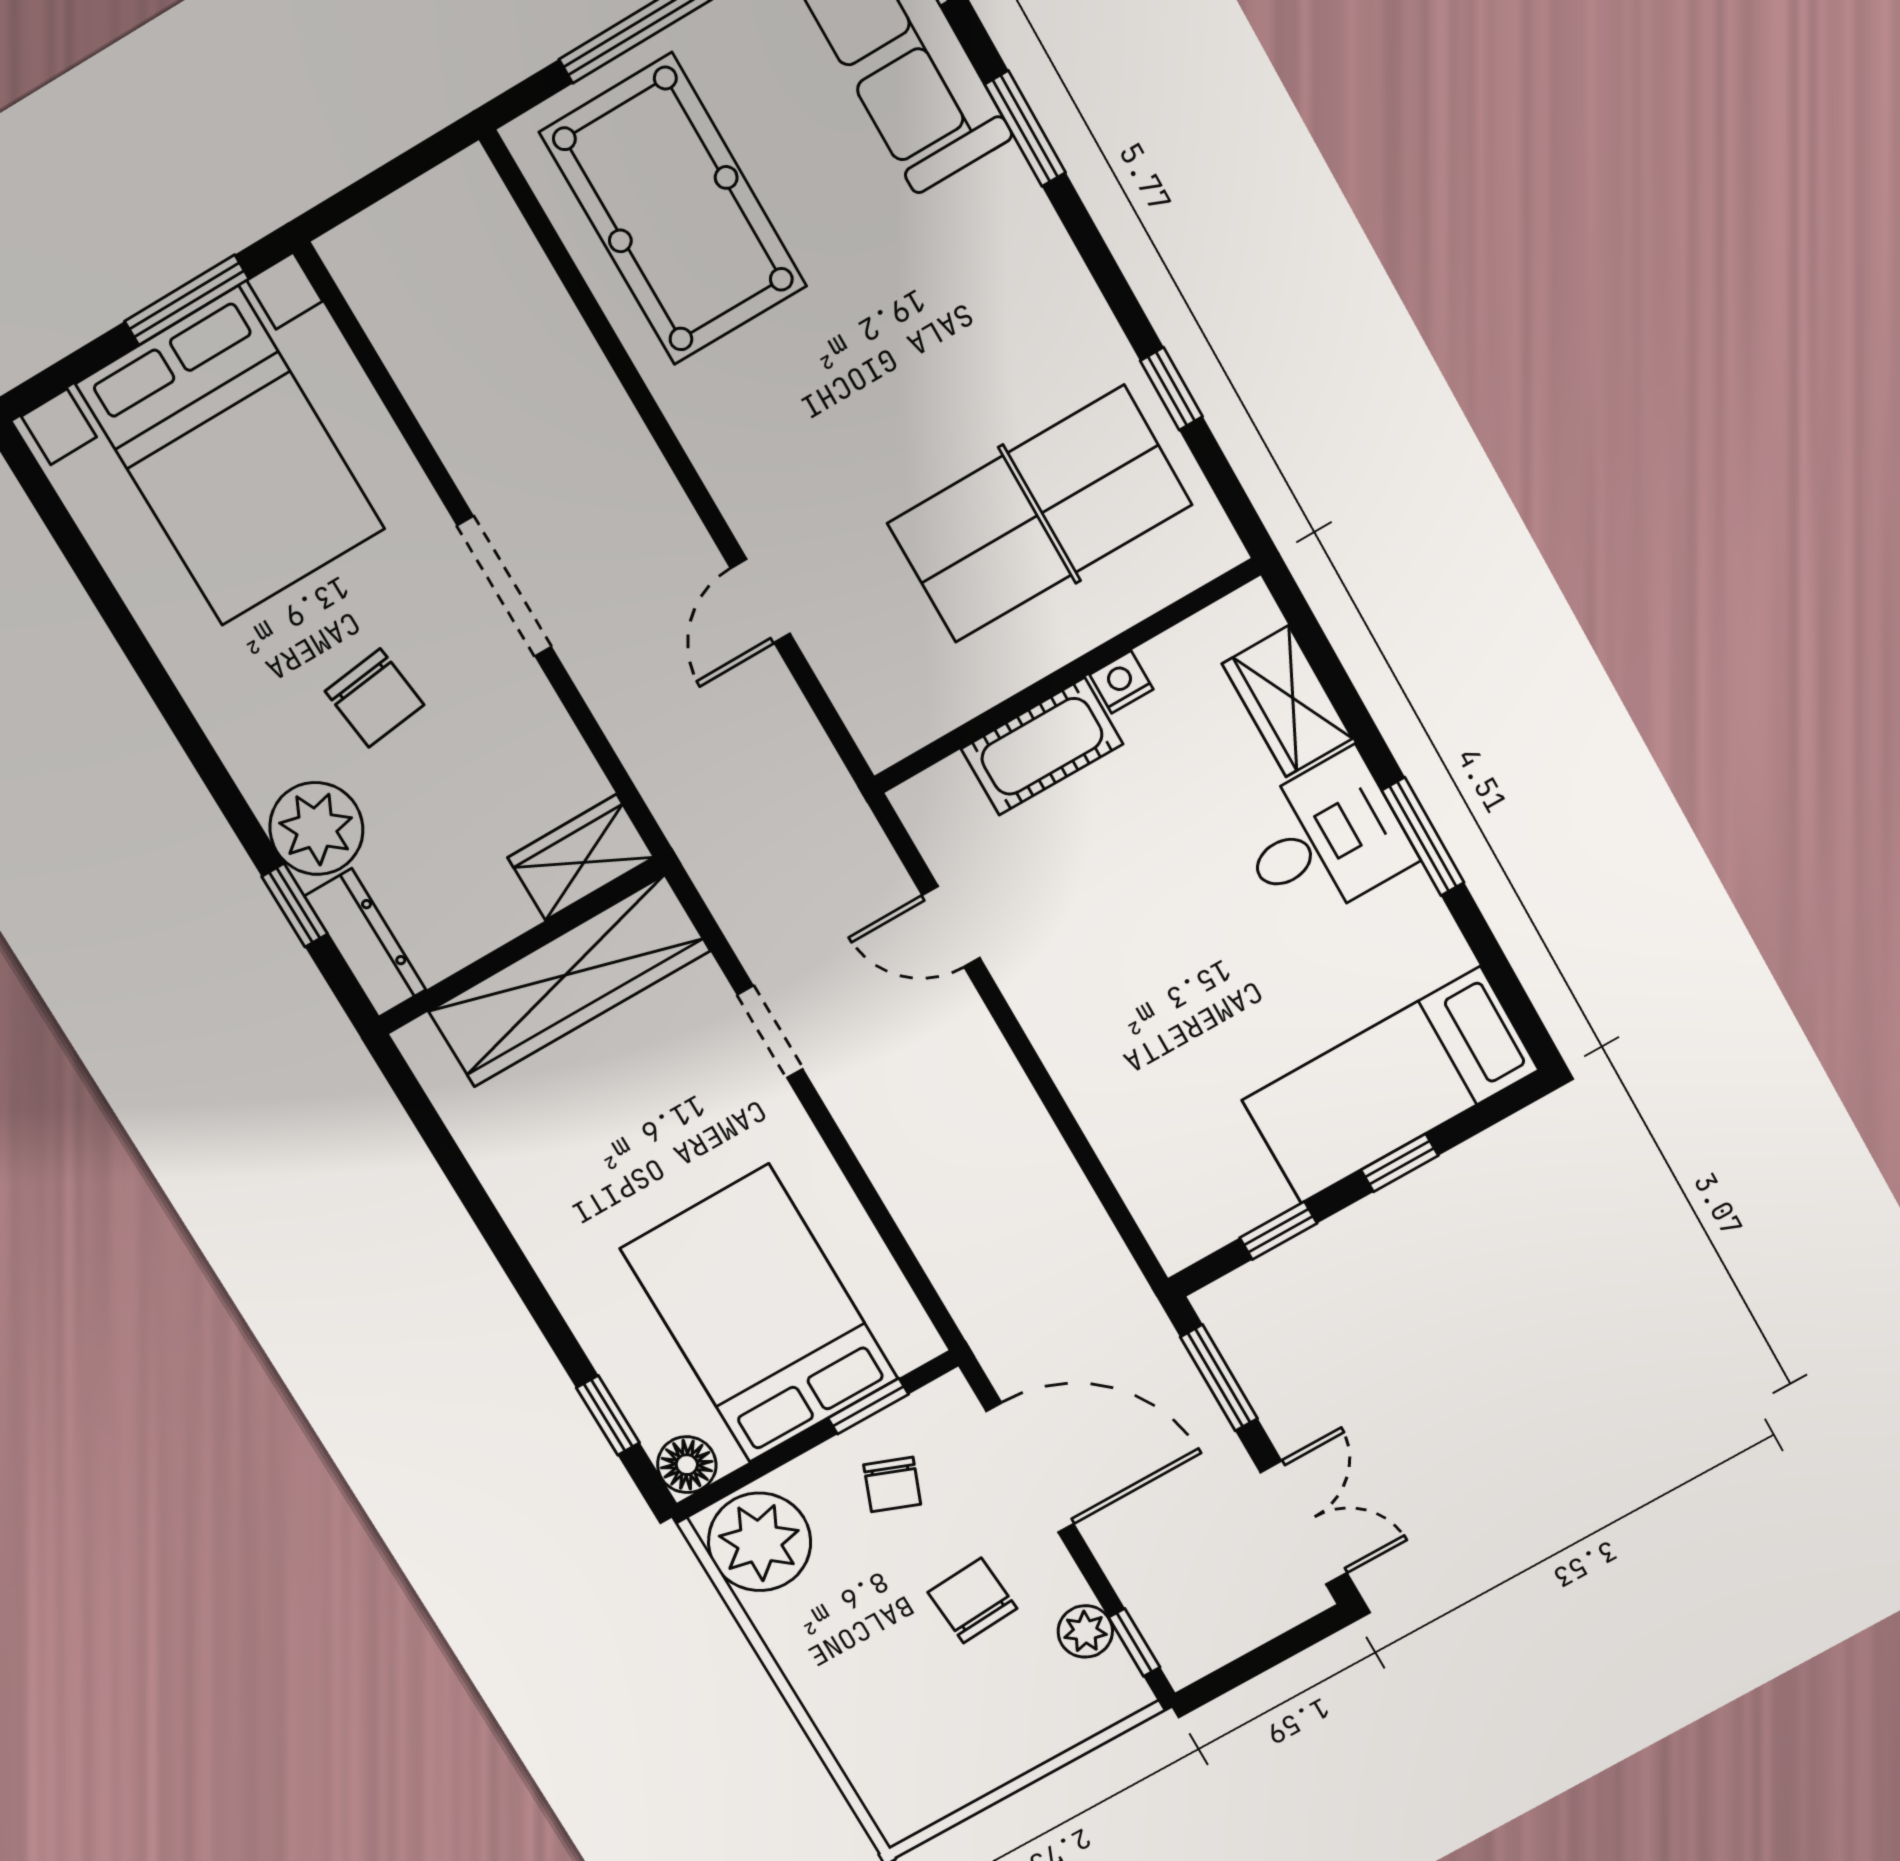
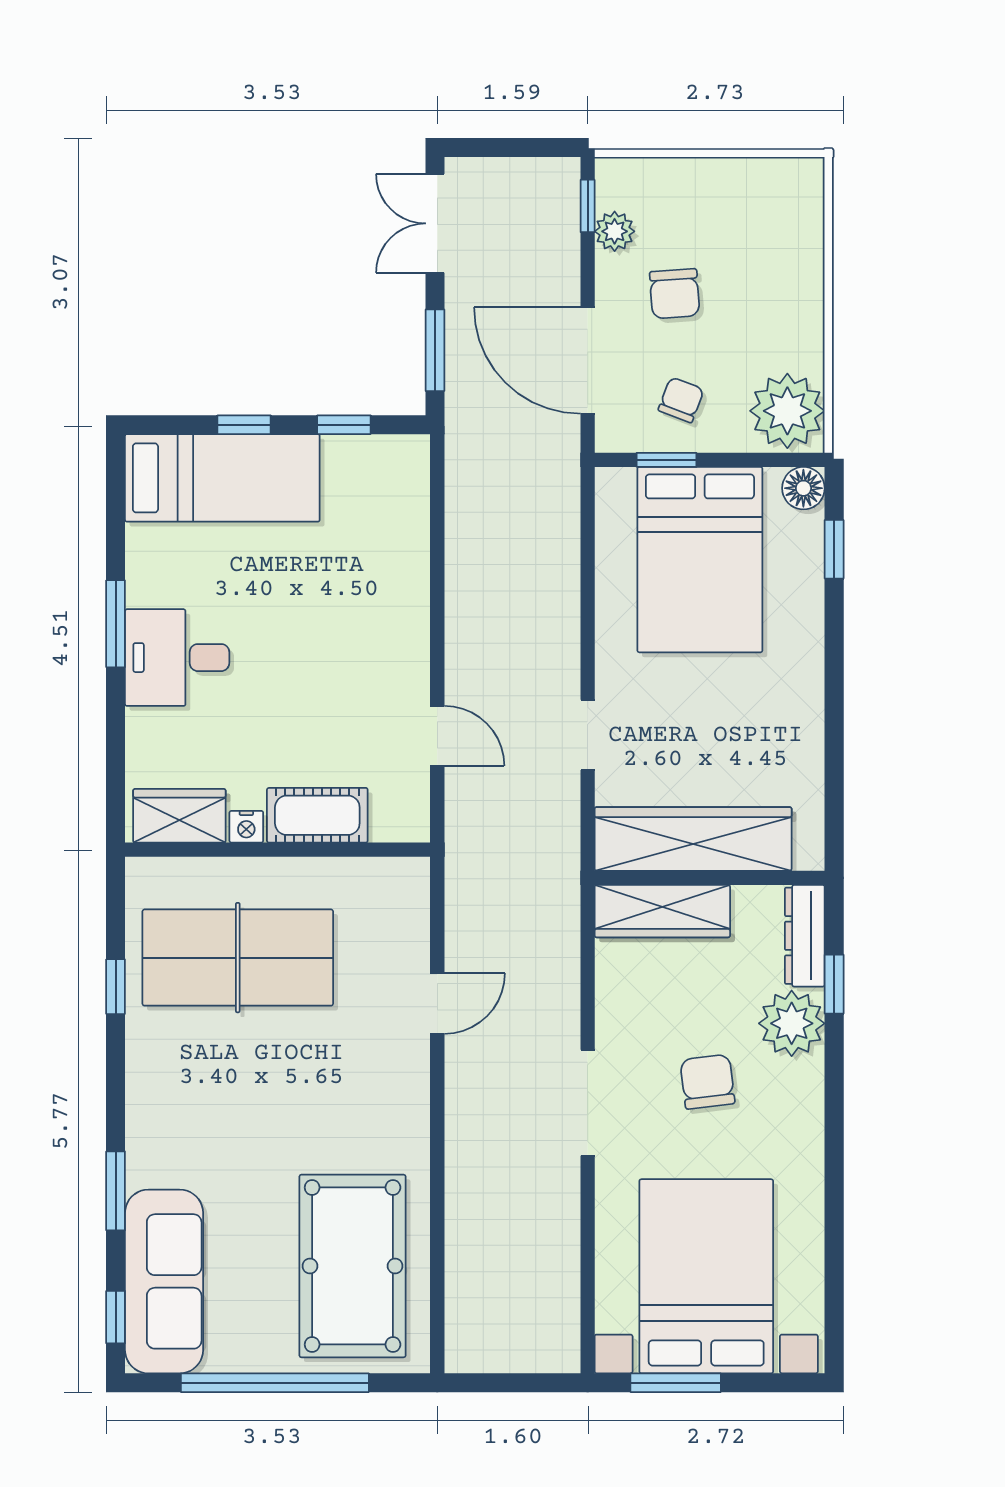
wardrobe: (1287, 701) -> (179, 816), moved, turned -90
wardrobe: (581, 857) -> (662, 911), width x1.50

